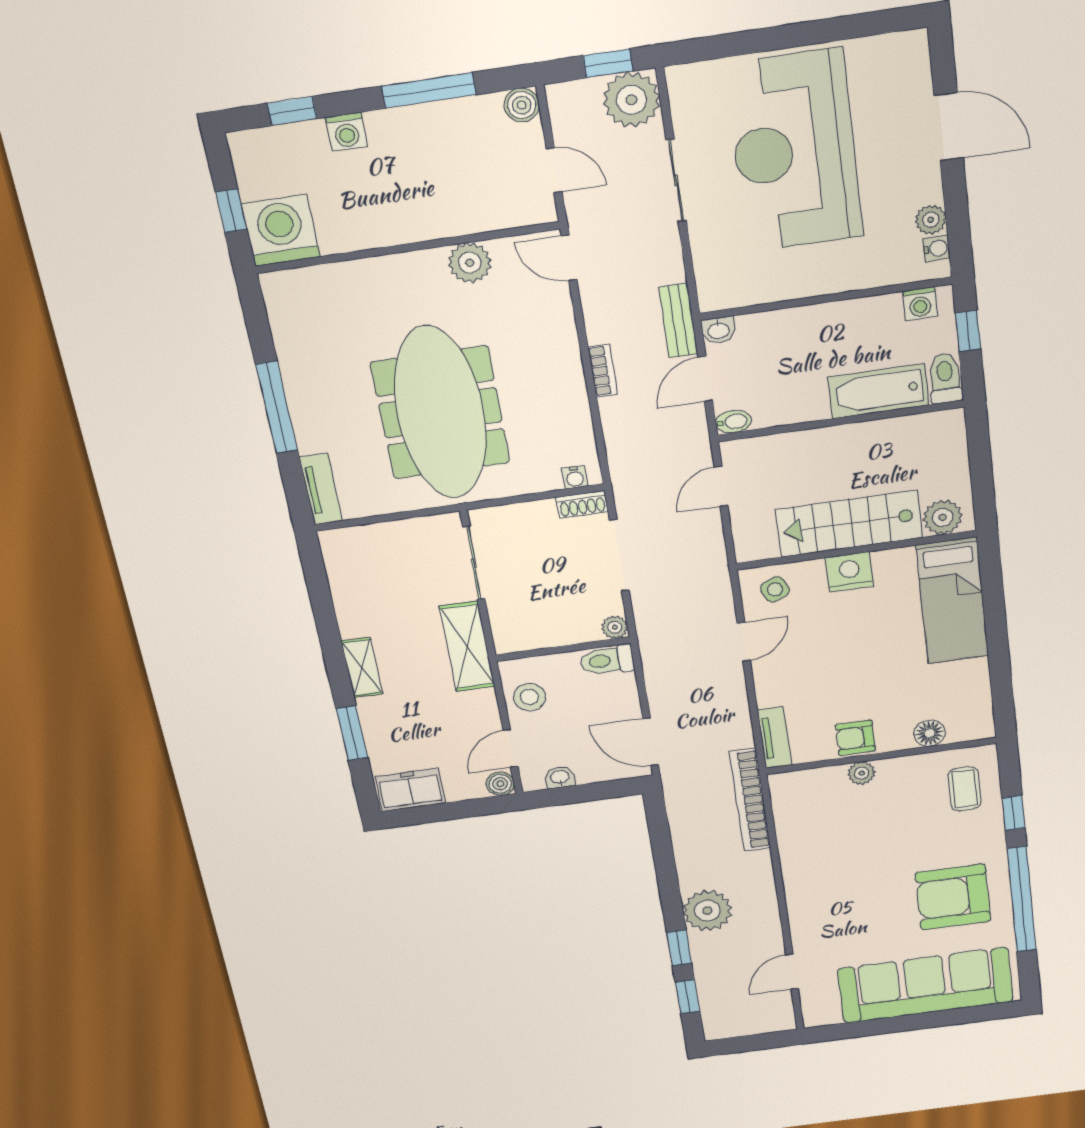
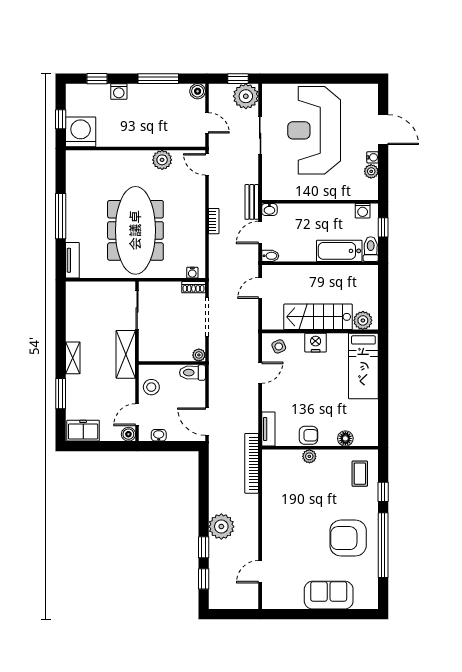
water cooler: (937, 248) -> (373, 157), moved
armchair: (855, 738) -> (308, 435), turned 180
sofa: (925, 985) -> (329, 595), width x0.54, depth x0.79

